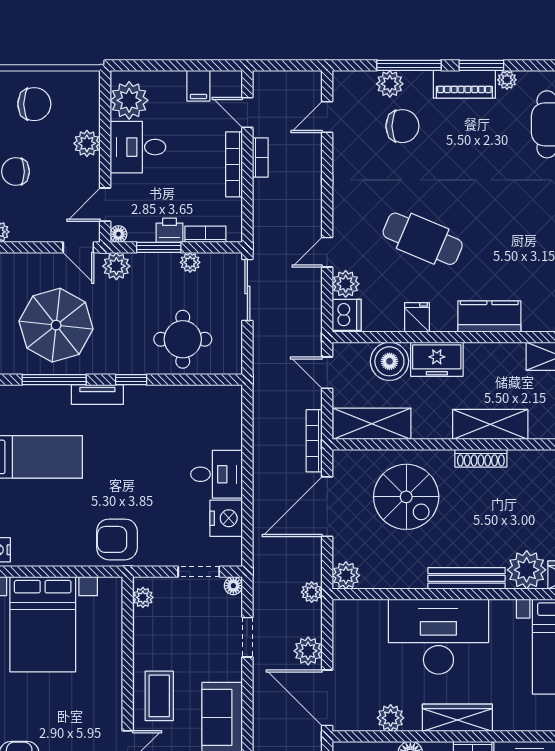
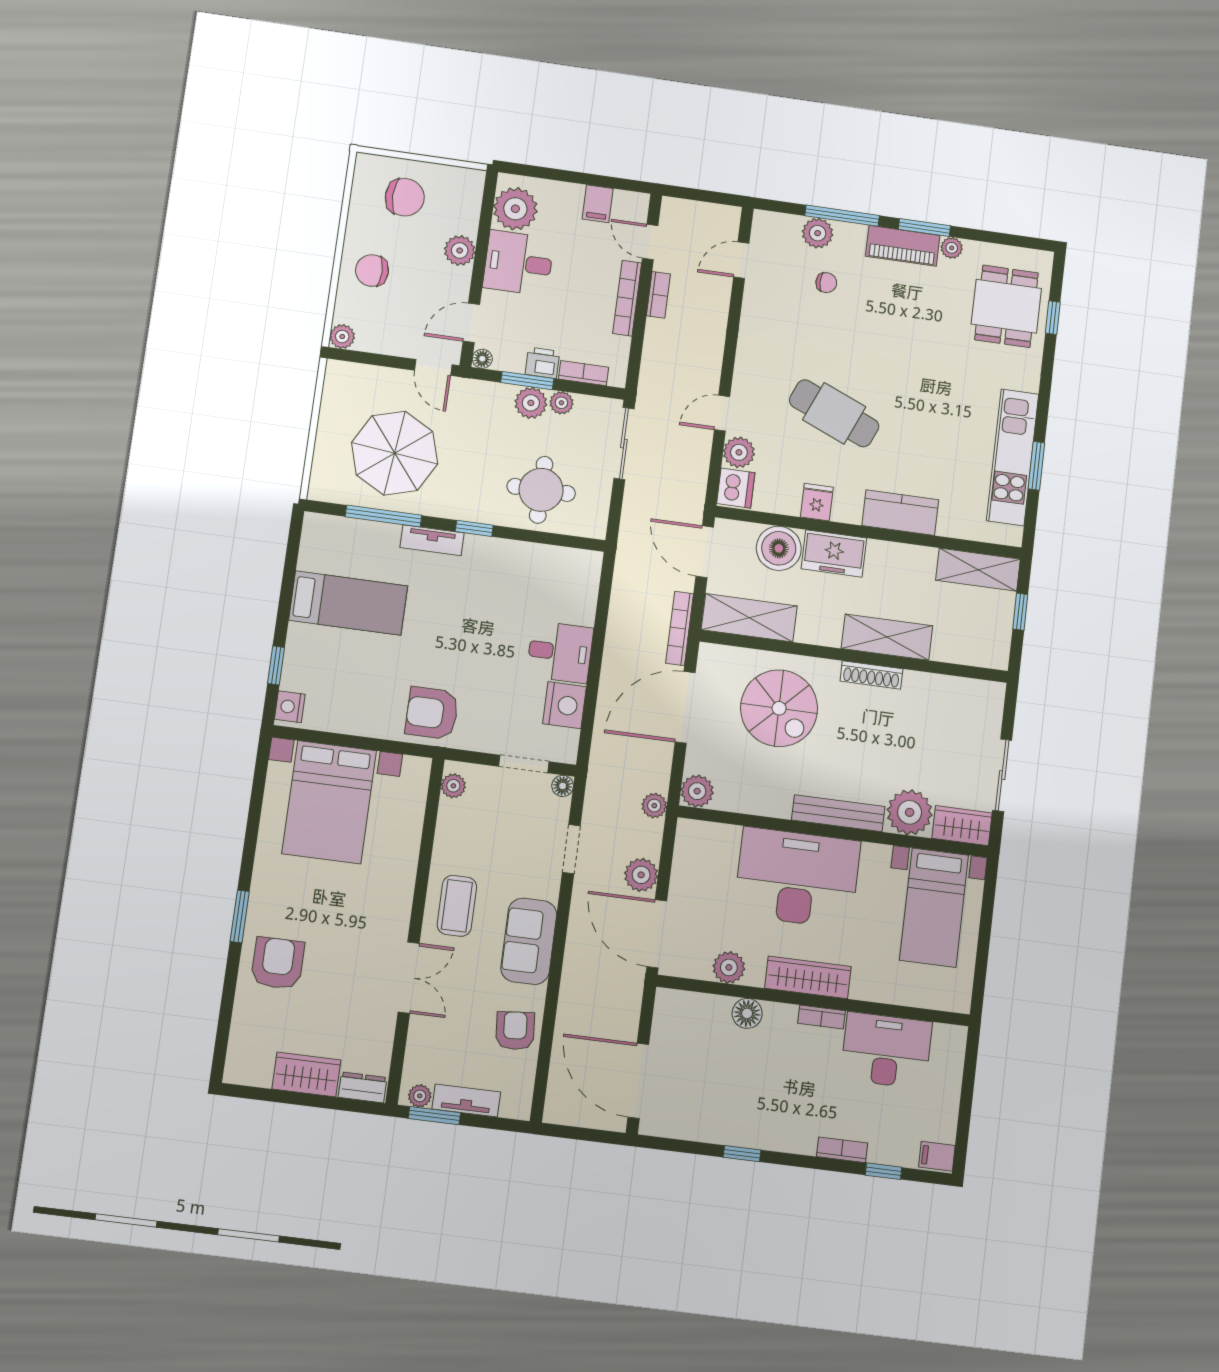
chair: (402, 126) -> (826, 283), width x0.54, depth x0.54
plant: (116, 266) -> (531, 403), moved
door: (327, 373) -> (705, 552), width x1.38

